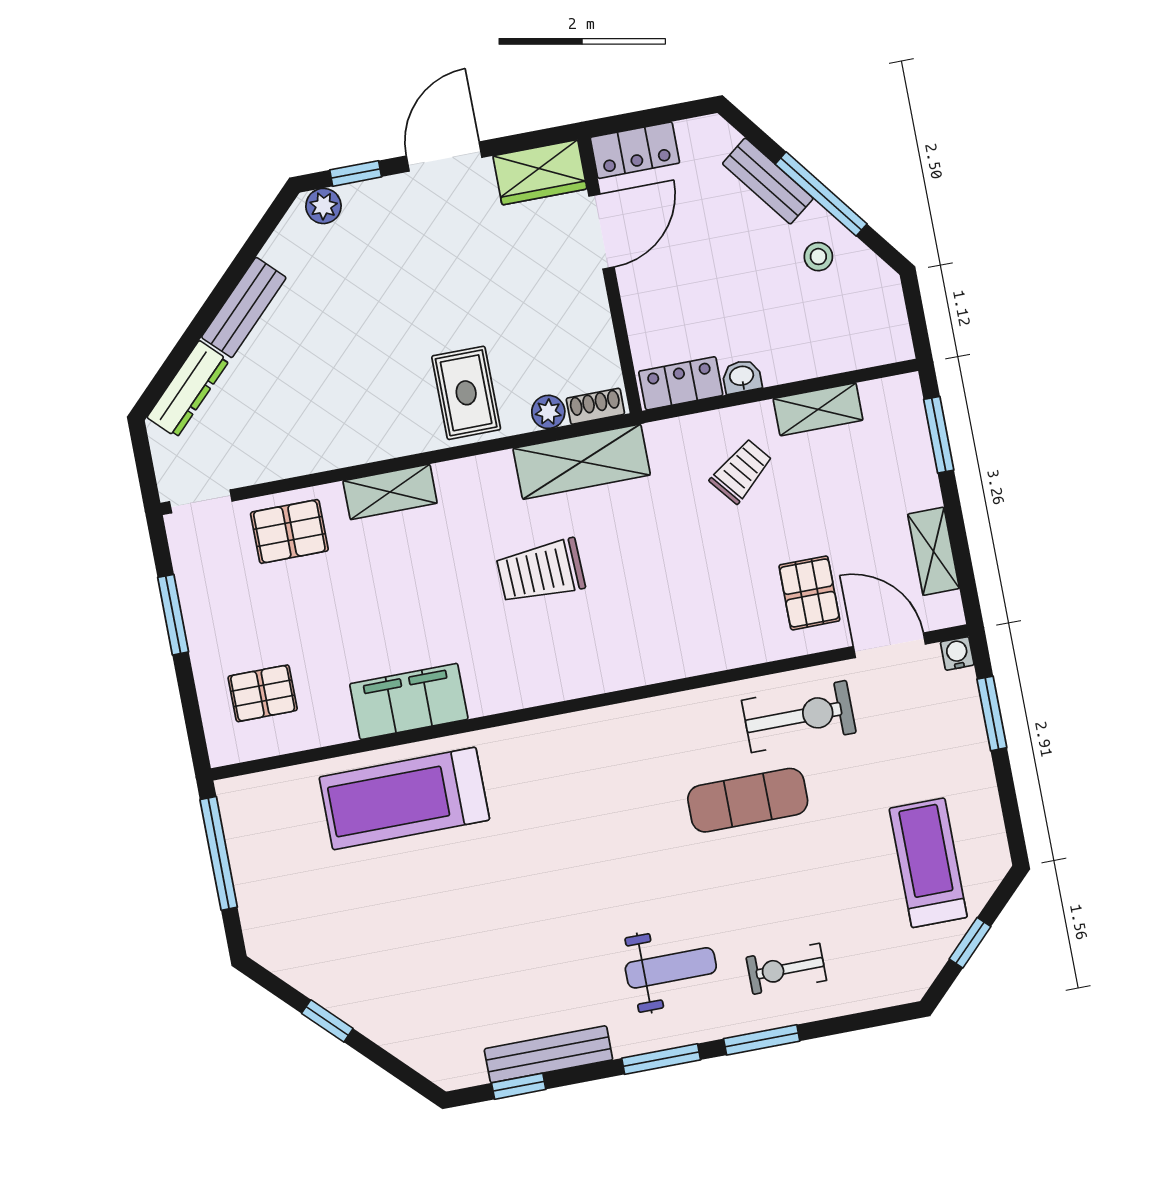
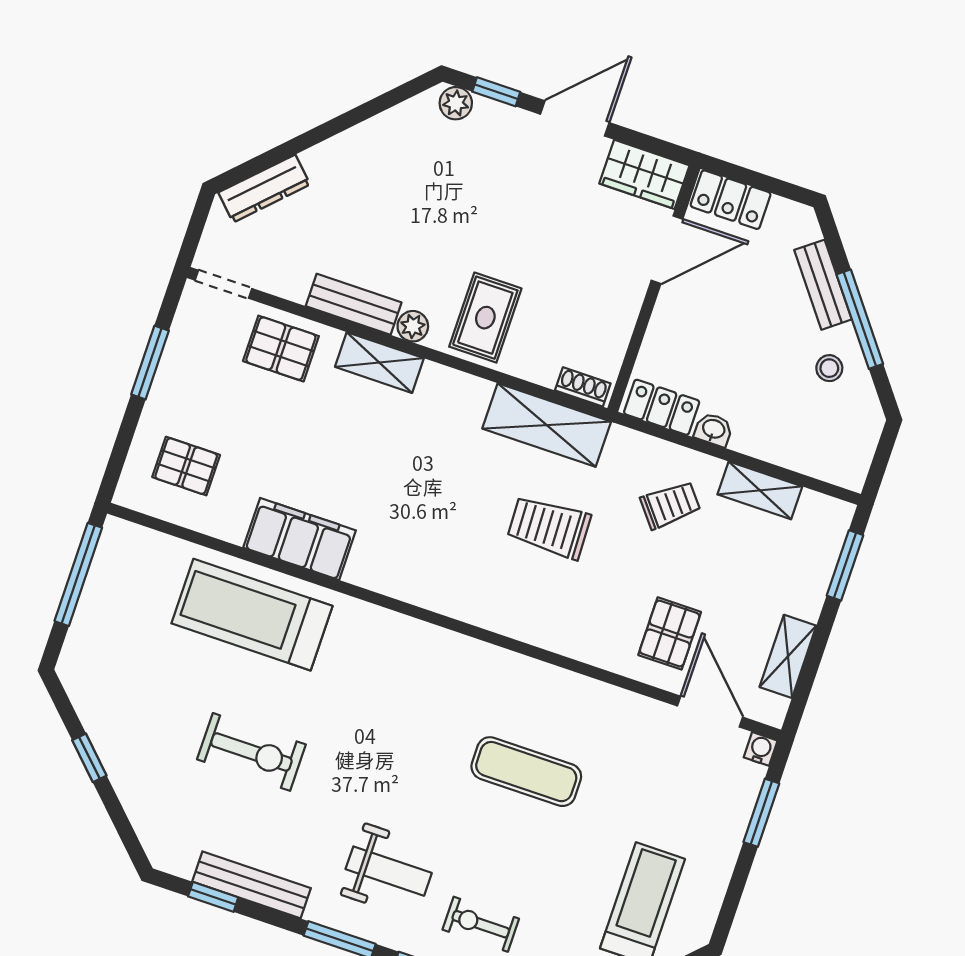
bench: (244, 307) -> (354, 304), moved, turned 45
plant: (548, 412) -> (413, 326), moved
trolley: (541, 571) -> (549, 527), moved
exercise bike: (799, 717) -> (251, 752), moved

